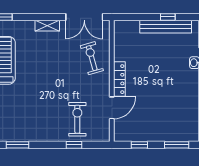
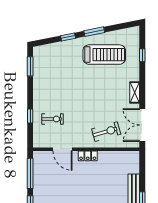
locker: (119, 79) -> (88, 156), width x0.66
exercise bike: (77, 119) -> (53, 119), width x0.73, depth x0.72
window: (139, 145) -> (30, 173), width x2.17

